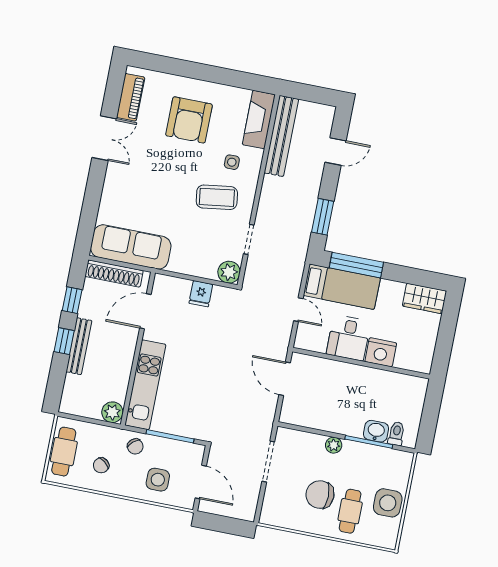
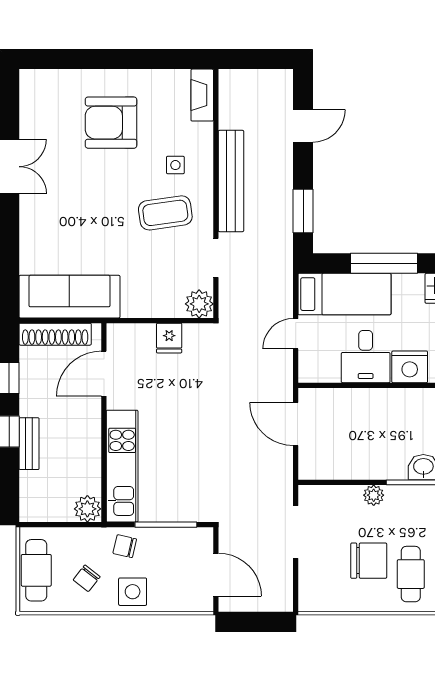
piano: (131, 97) -> (32, 109), removed
armchair: (189, 120) -> (111, 123), turned 90
fireplace: (259, 120) -> (202, 95), width x0.73, depth x0.76
bench: (281, 136) -> (231, 181), moved
window: (356, 265) -> (384, 263), moved
door: (298, 310) -> (296, 334), swing flipped
bench: (79, 346) -> (29, 444), width x0.73
chair: (135, 446) -> (125, 546), turned 144
side table: (158, 480) -> (133, 592), moved
chair: (320, 495) -> (369, 561), turned 180

